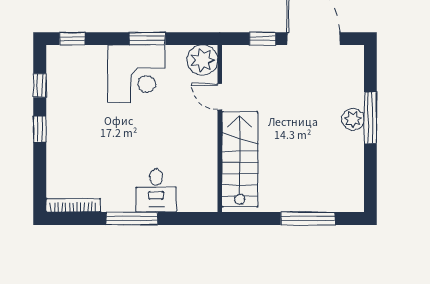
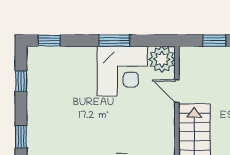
corner desk: (136, 74) -> (122, 71), moved
window: (40, 129) -> (21, 137), moved

